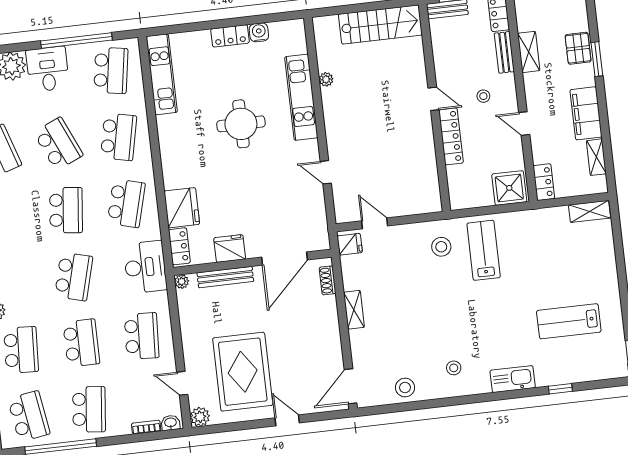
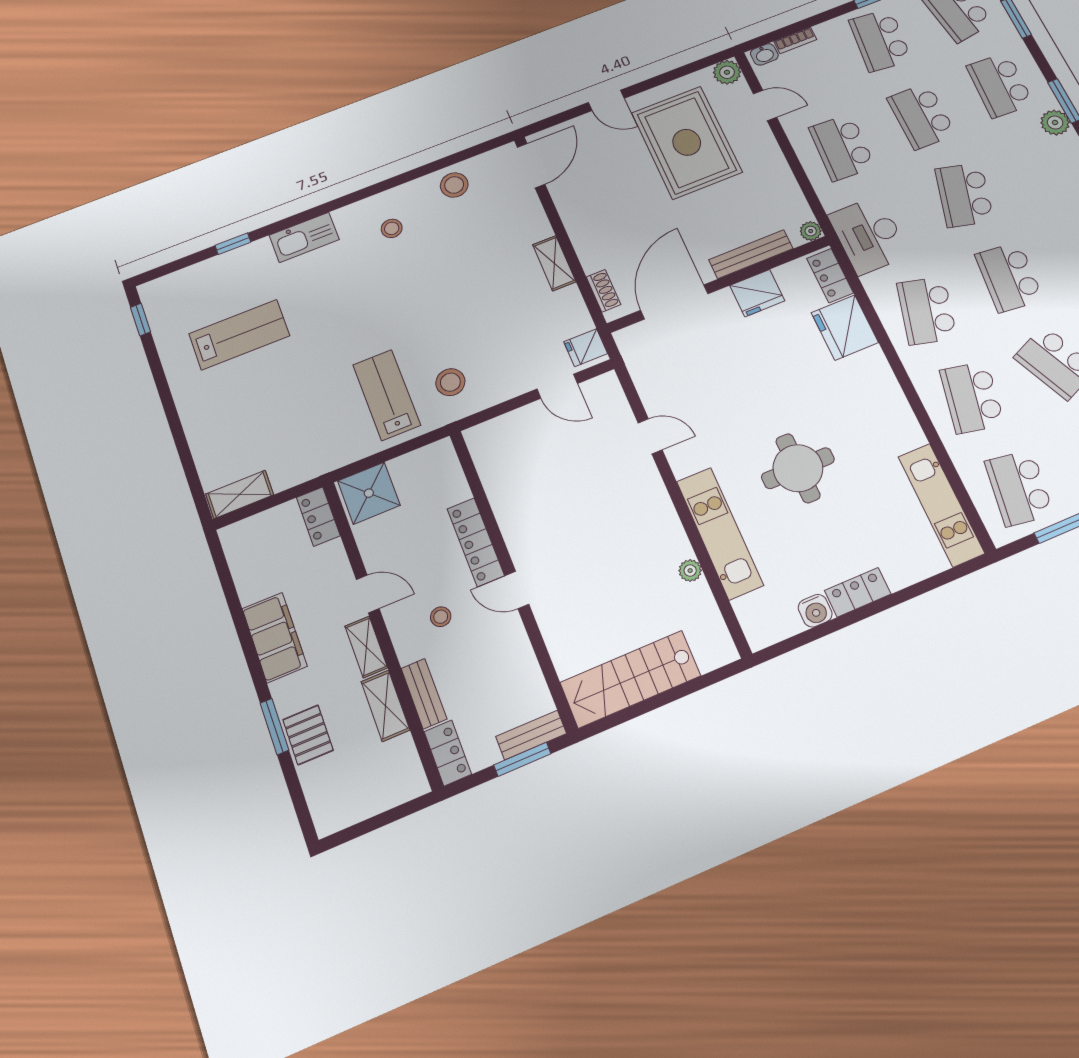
shelving: (596, 157) -> (366, 647), moved
lab bench: (484, 250) -> (387, 395), turned 180

